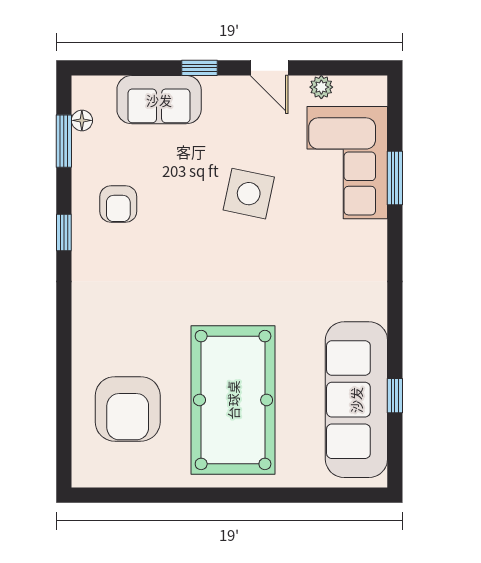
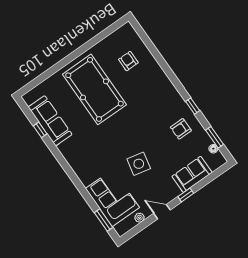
window: (395, 178) -> (104, 220), moved
armchair: (118, 204) -> (181, 129), turned -90
sofa: (356, 400) -> (50, 121), width x0.74, depth x0.79
armchair: (128, 409) -> (128, 61), width x0.53, depth x0.53

